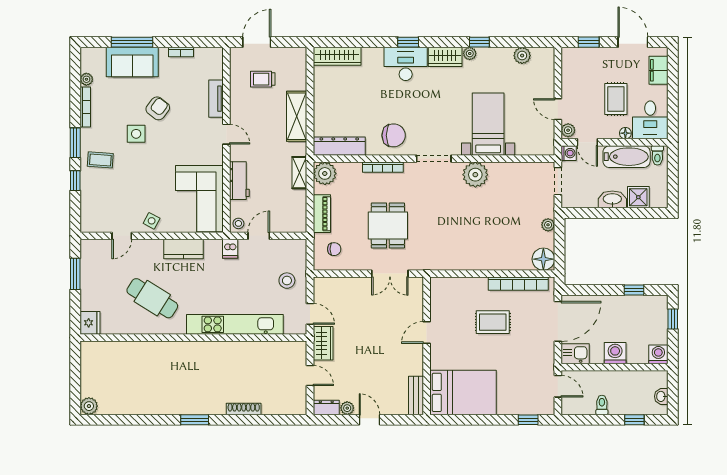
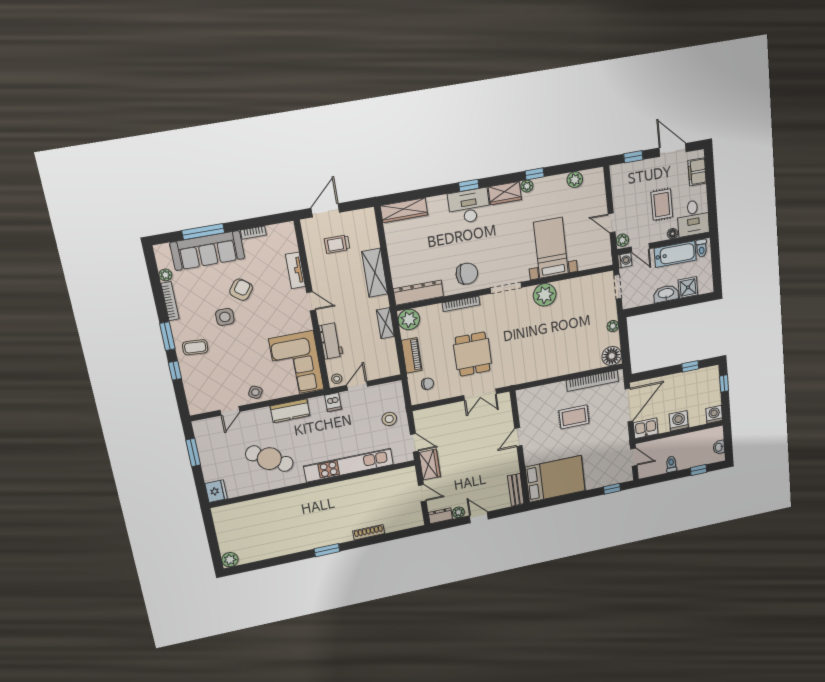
sofa: (132, 62) -> (207, 251), width x1.36

